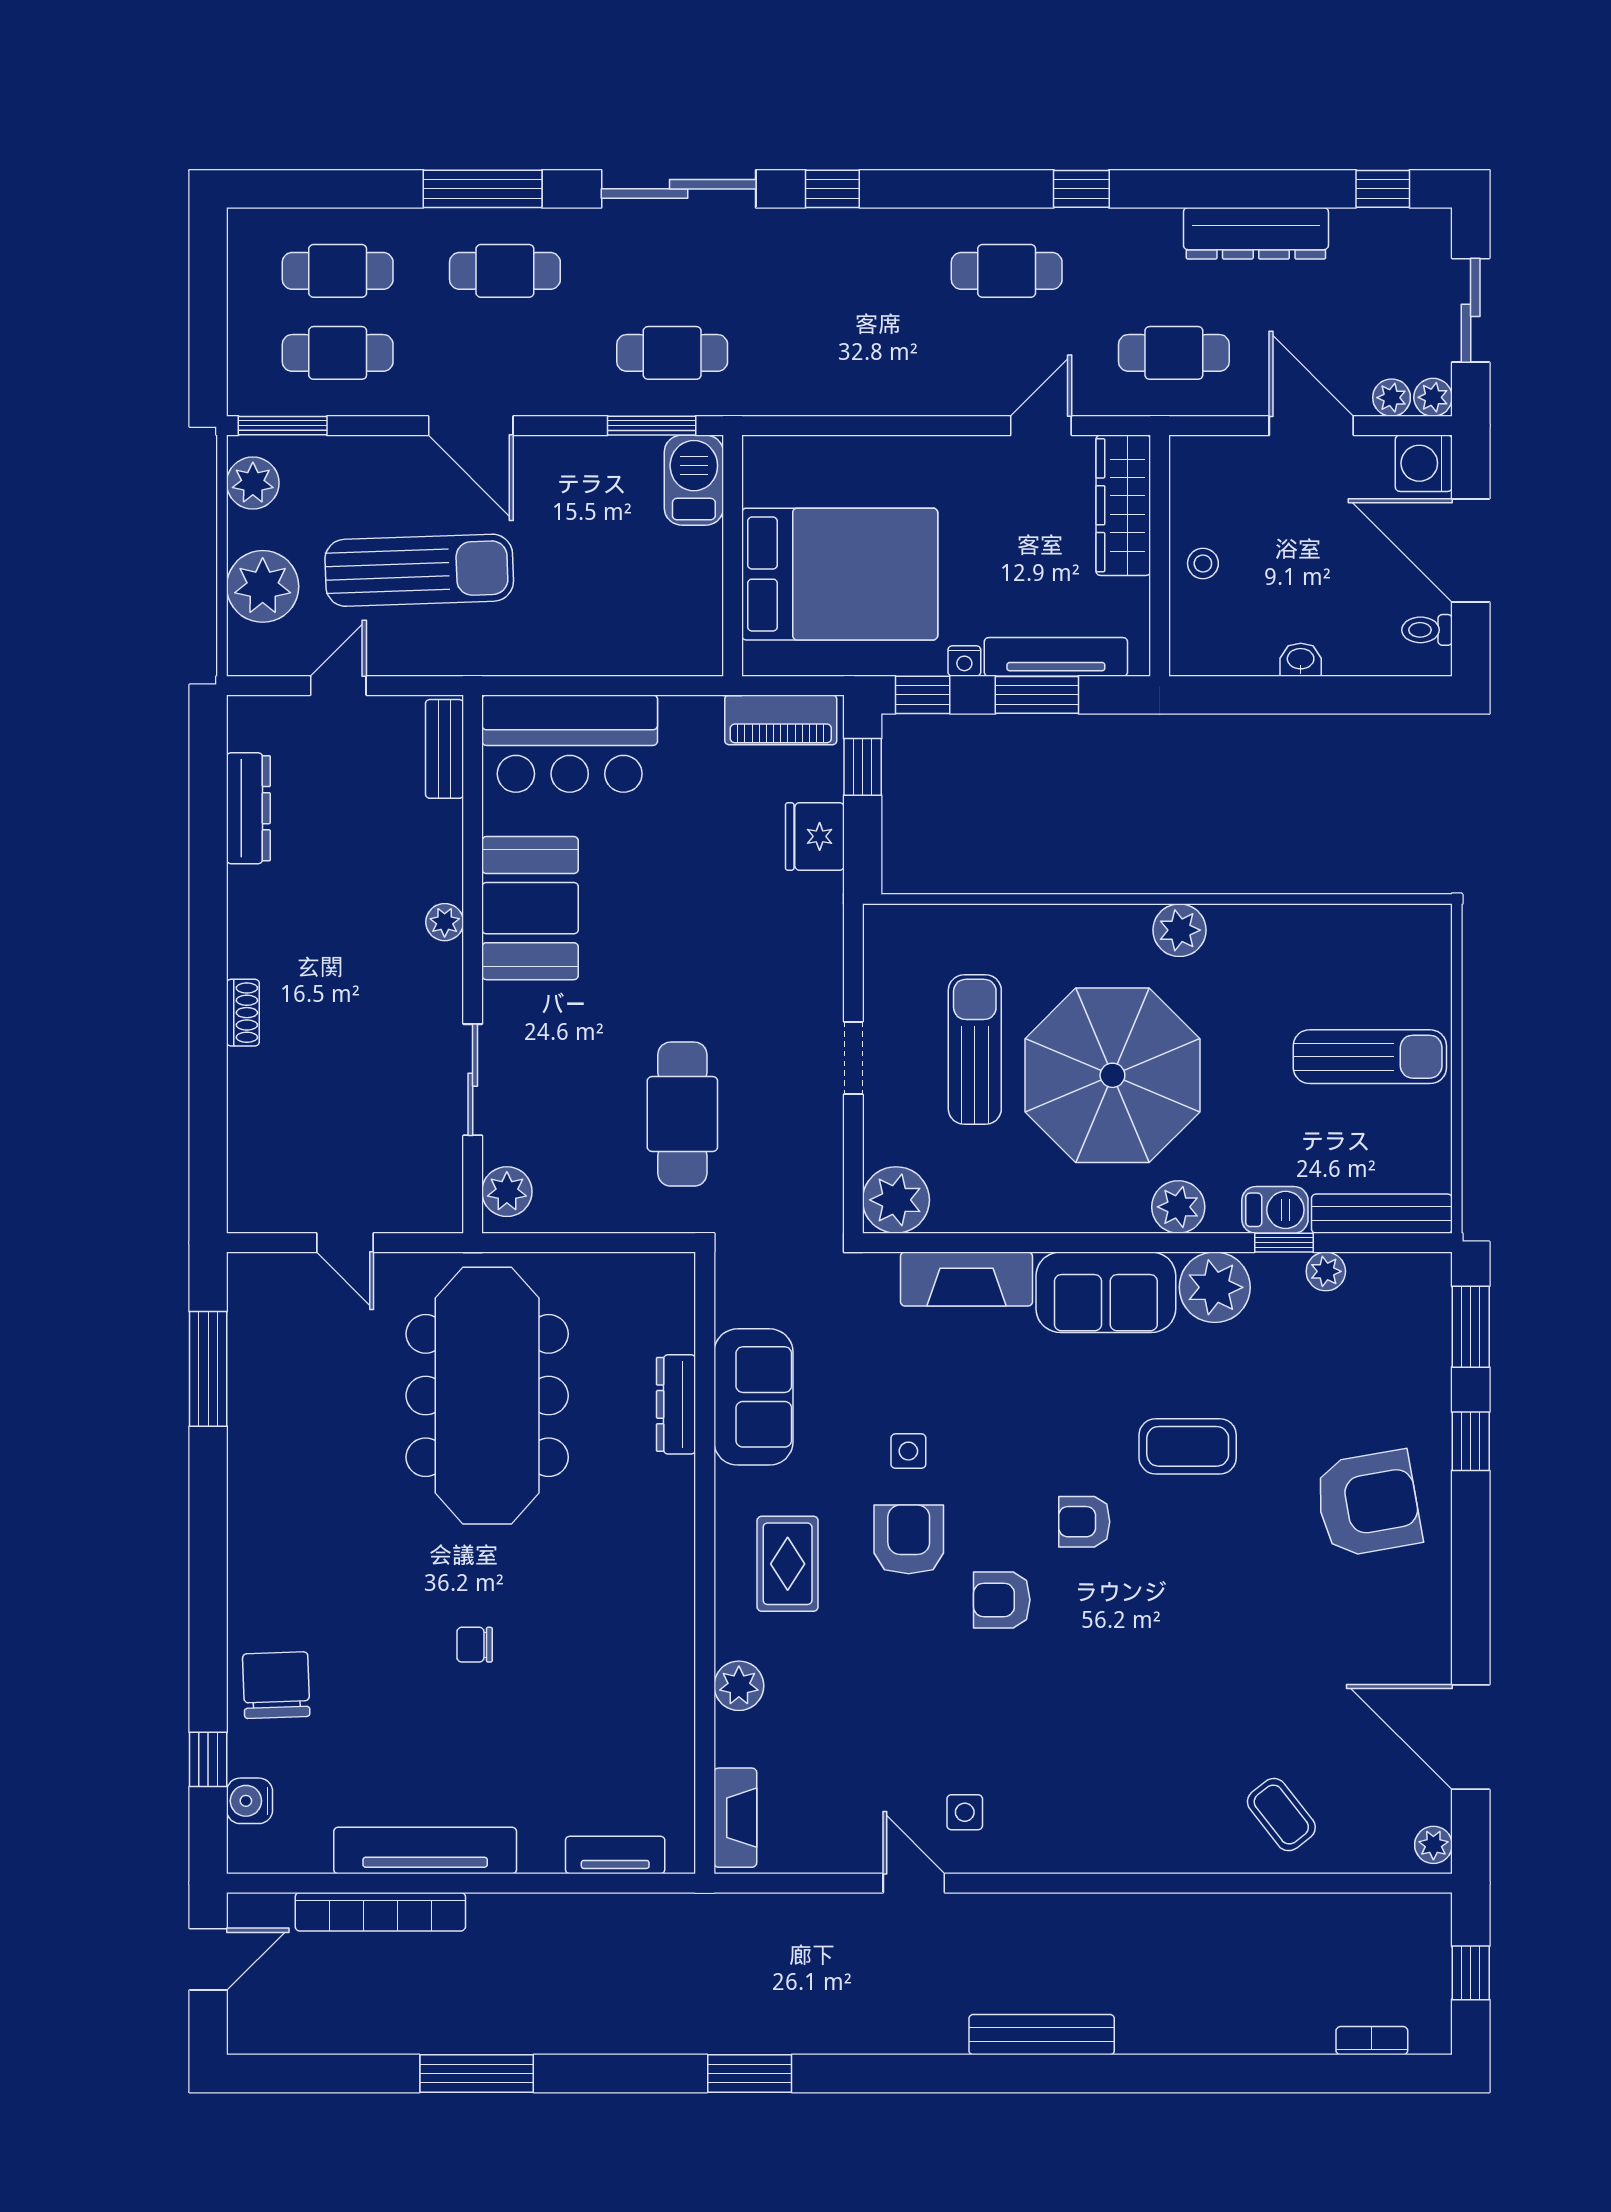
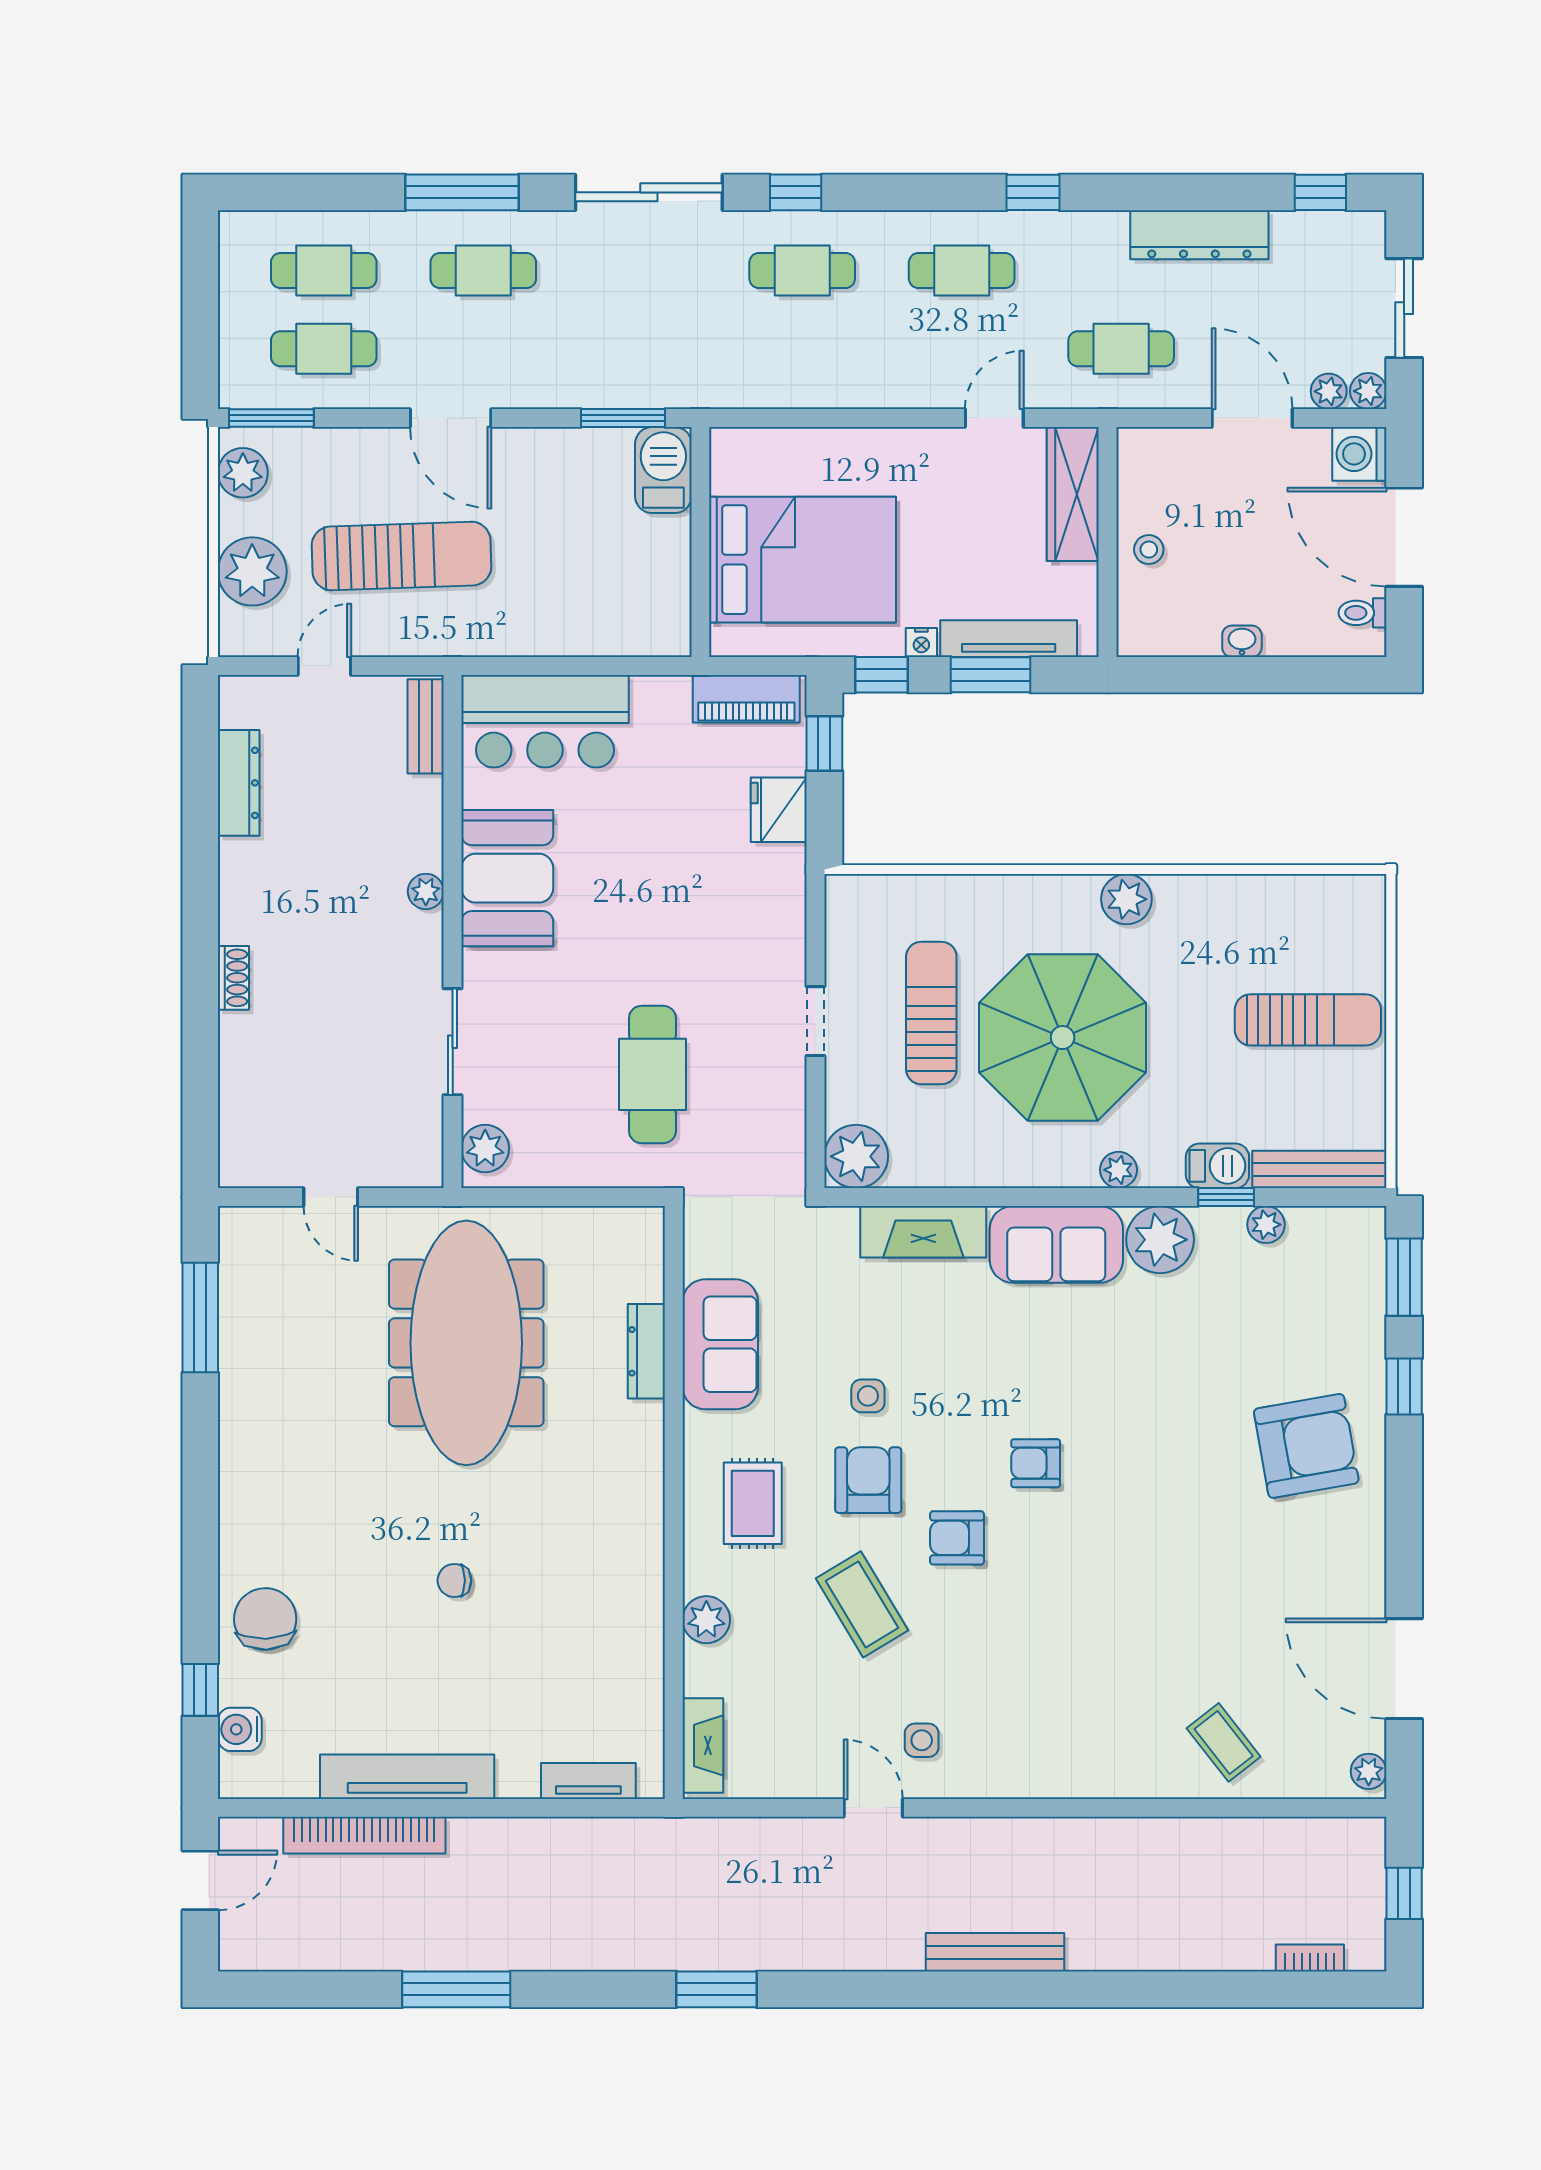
cafe table: (672, 353) -> (802, 271), moved
plant: (1178, 1207) -> (1118, 1170), width x0.73, depth x0.73
coffee table: (1188, 1446) -> (862, 1604), moved, turned 59

